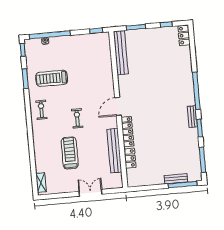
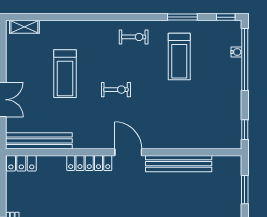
bench: (121, 53) -> (179, 164), moved
treadmill: (52, 78) -> (179, 56), turned 180
bench: (114, 151) -> (39, 141), moved
treadmill: (70, 153) -> (65, 74), turned 90
locker: (130, 158) -> (21, 163), moved

